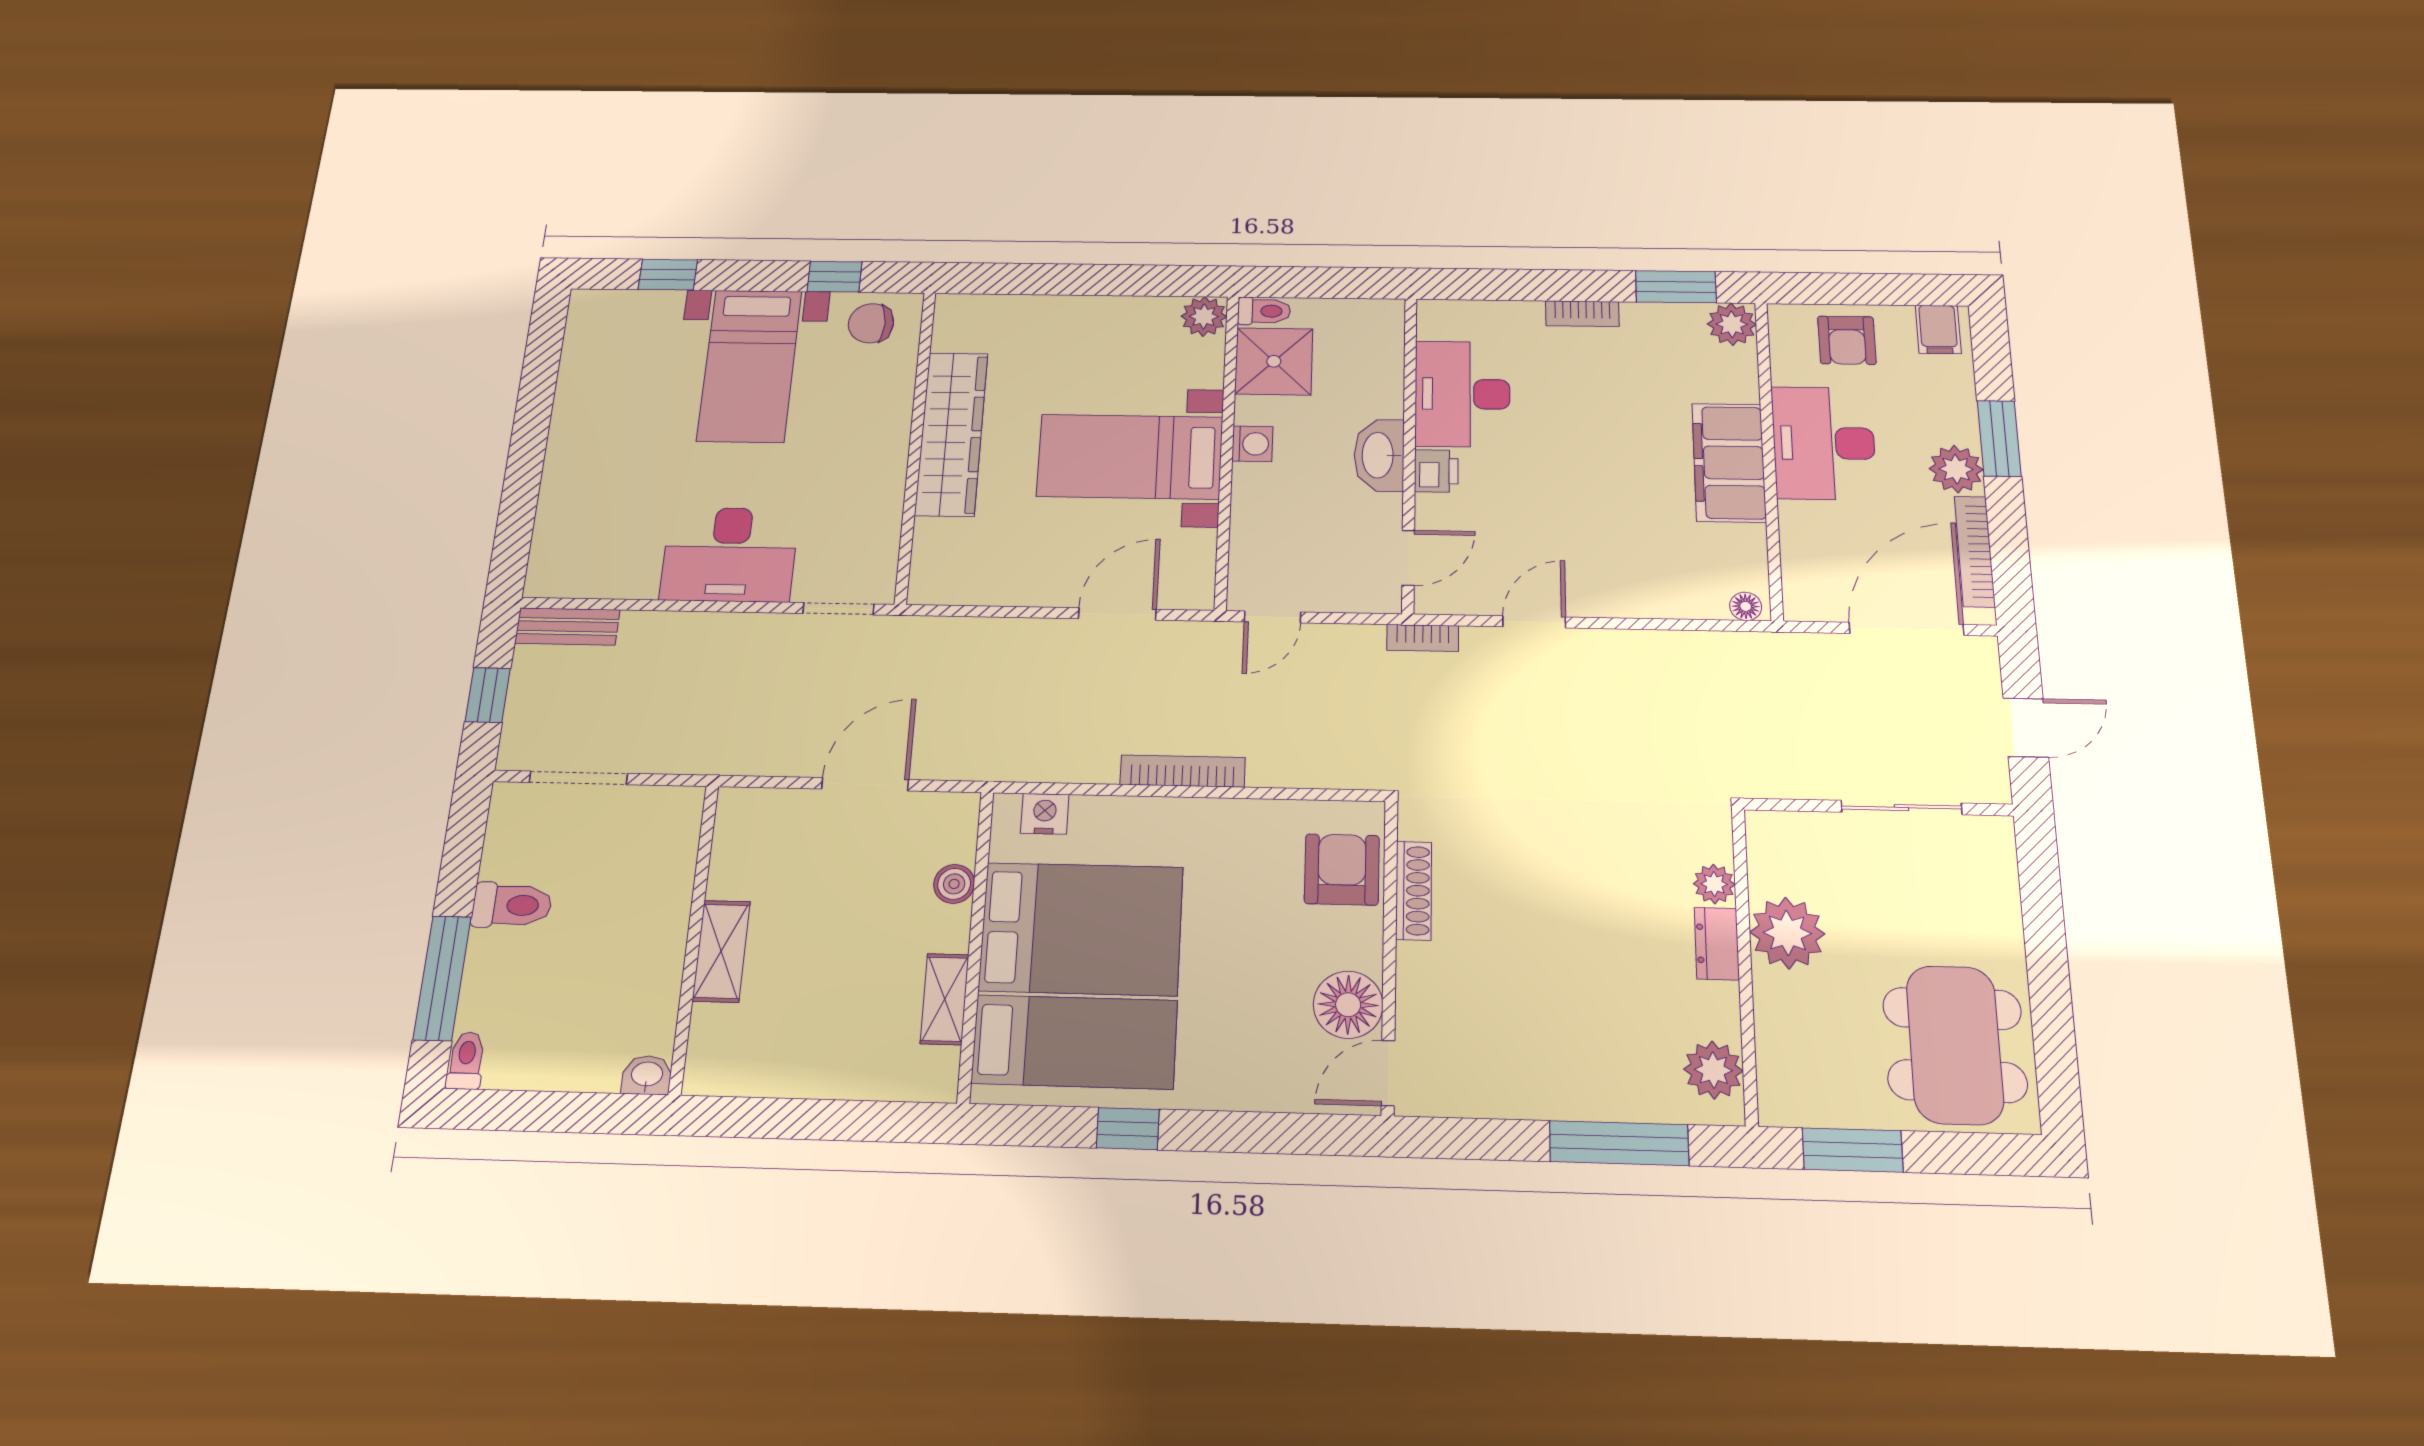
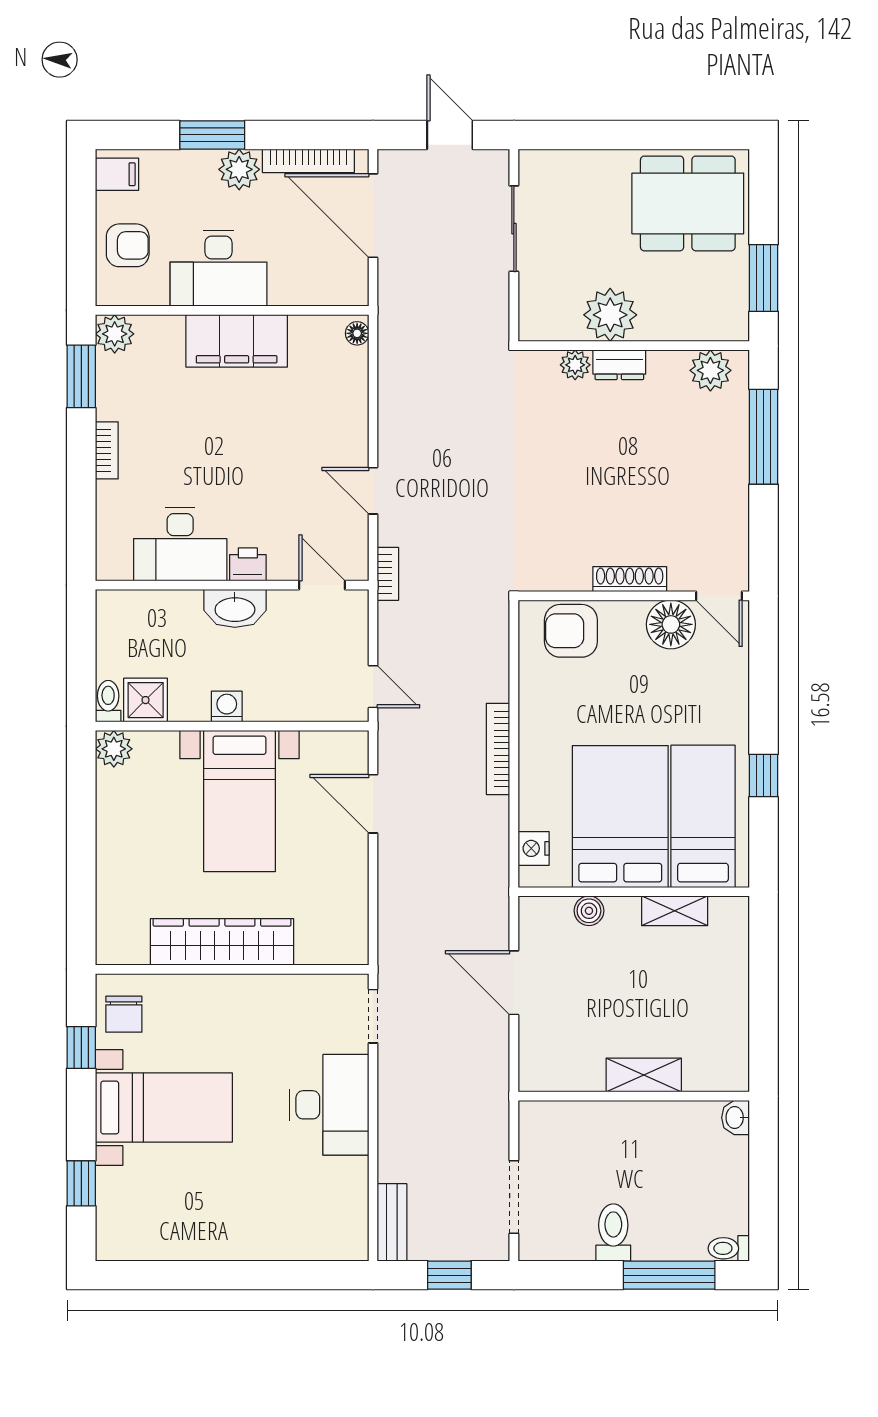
shower: (1274, 361) -> (146, 700), width x0.73, depth x0.73
shoe rack: (1414, 891) -> (630, 579), moved

